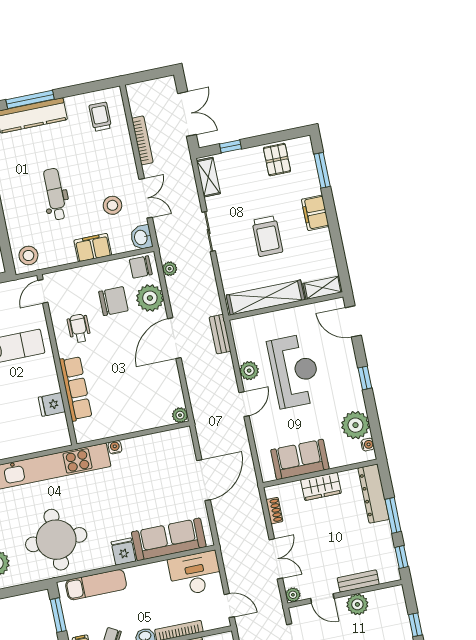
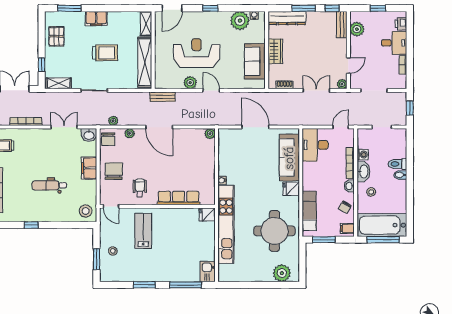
pallet: (277, 160) -> (56, 36), turned 90
stool: (112, 205) -> (64, 150), removed
plant: (150, 298) -> (130, 133), width x0.53, depth x0.53
chair: (113, 301) -> (114, 171), moved
wheelchair: (79, 328) -> (140, 188), turned 90
fridge: (52, 405) -> (207, 214), moved, turned 90
bench: (358, 581) -> (342, 25), moved
plant: (357, 604) -> (357, 29), moved

